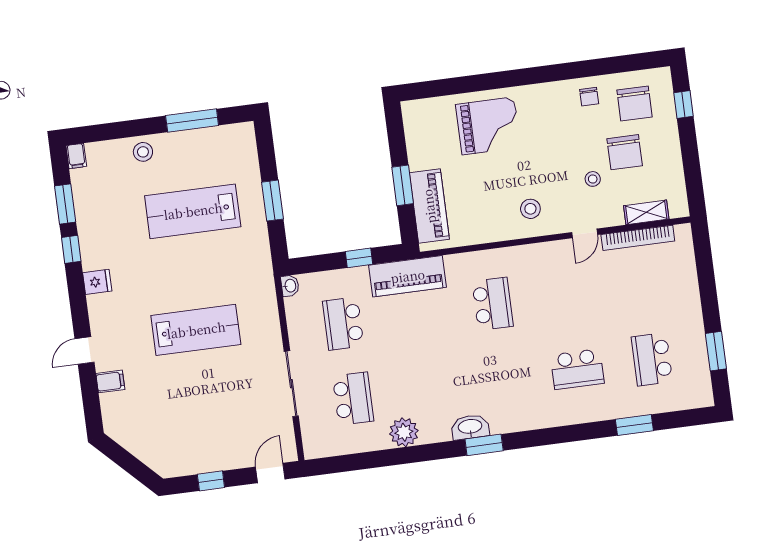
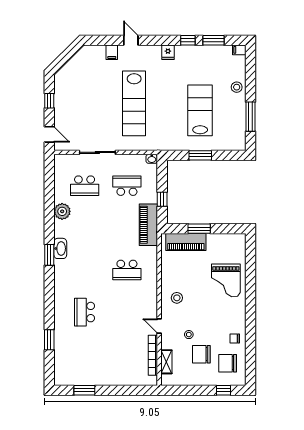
lab bench: (196, 330) -> (134, 103), width x1.36
school desk: (652, 359) -> (85, 354), removed

